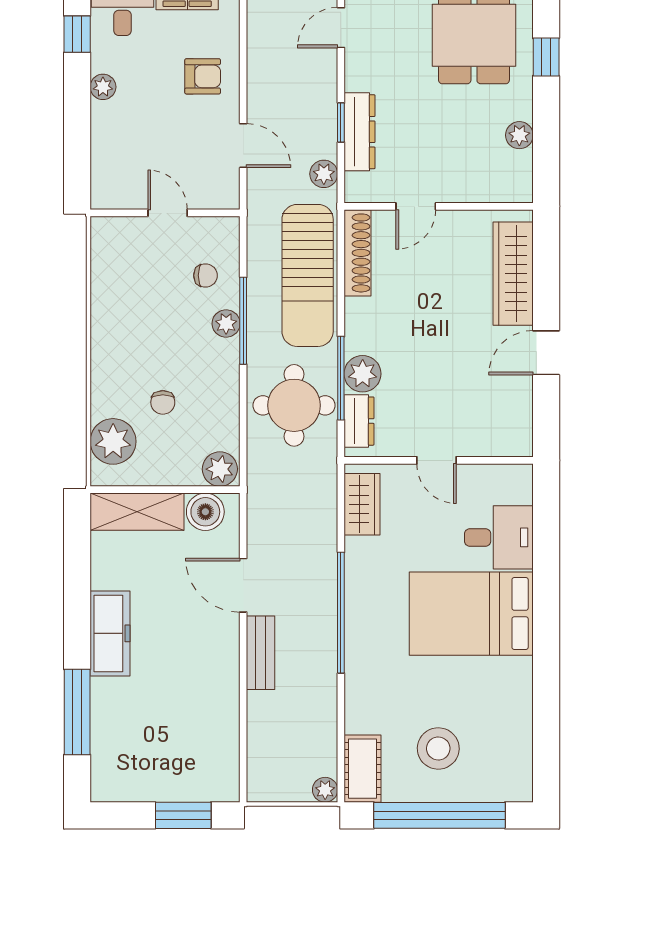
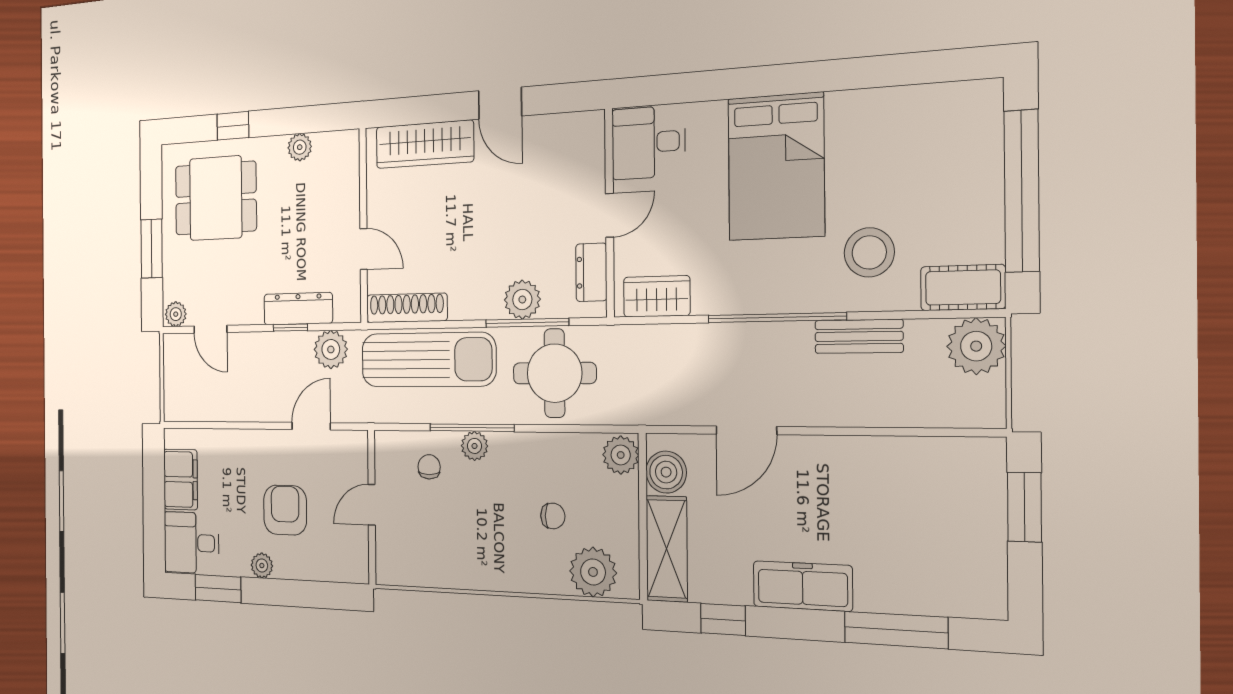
window: (77, 34) -> (218, 589), width x1.50
armchair: (203, 76) -> (285, 510), moved, width x1.38, depth x1.38
plant: (324, 174) -> (331, 349), width x1.38, depth x1.38
dresser: (359, 421) -> (591, 272), moved, turned -90
desk: (499, 537) -> (648, 142), moved, turned -90
window: (77, 563) -> (723, 619), added
bench: (261, 653) -> (859, 336), moved
stool: (438, 748) -> (869, 252), moved
plant: (325, 790) -> (976, 346), width x1.88, depth x1.88

